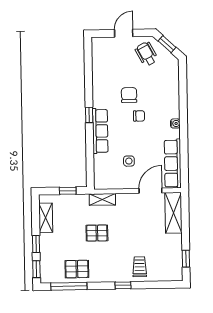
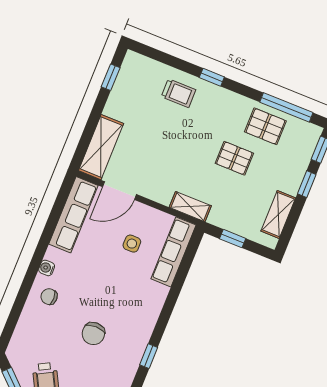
window: (89, 115) -> (149, 356), moved
chair: (139, 116) -> (49, 297), moved
row of seats: (100, 131) -> (173, 252), moved
pallet: (97, 233) -> (234, 158), moved
trolley: (140, 267) -> (179, 93), turned -90

